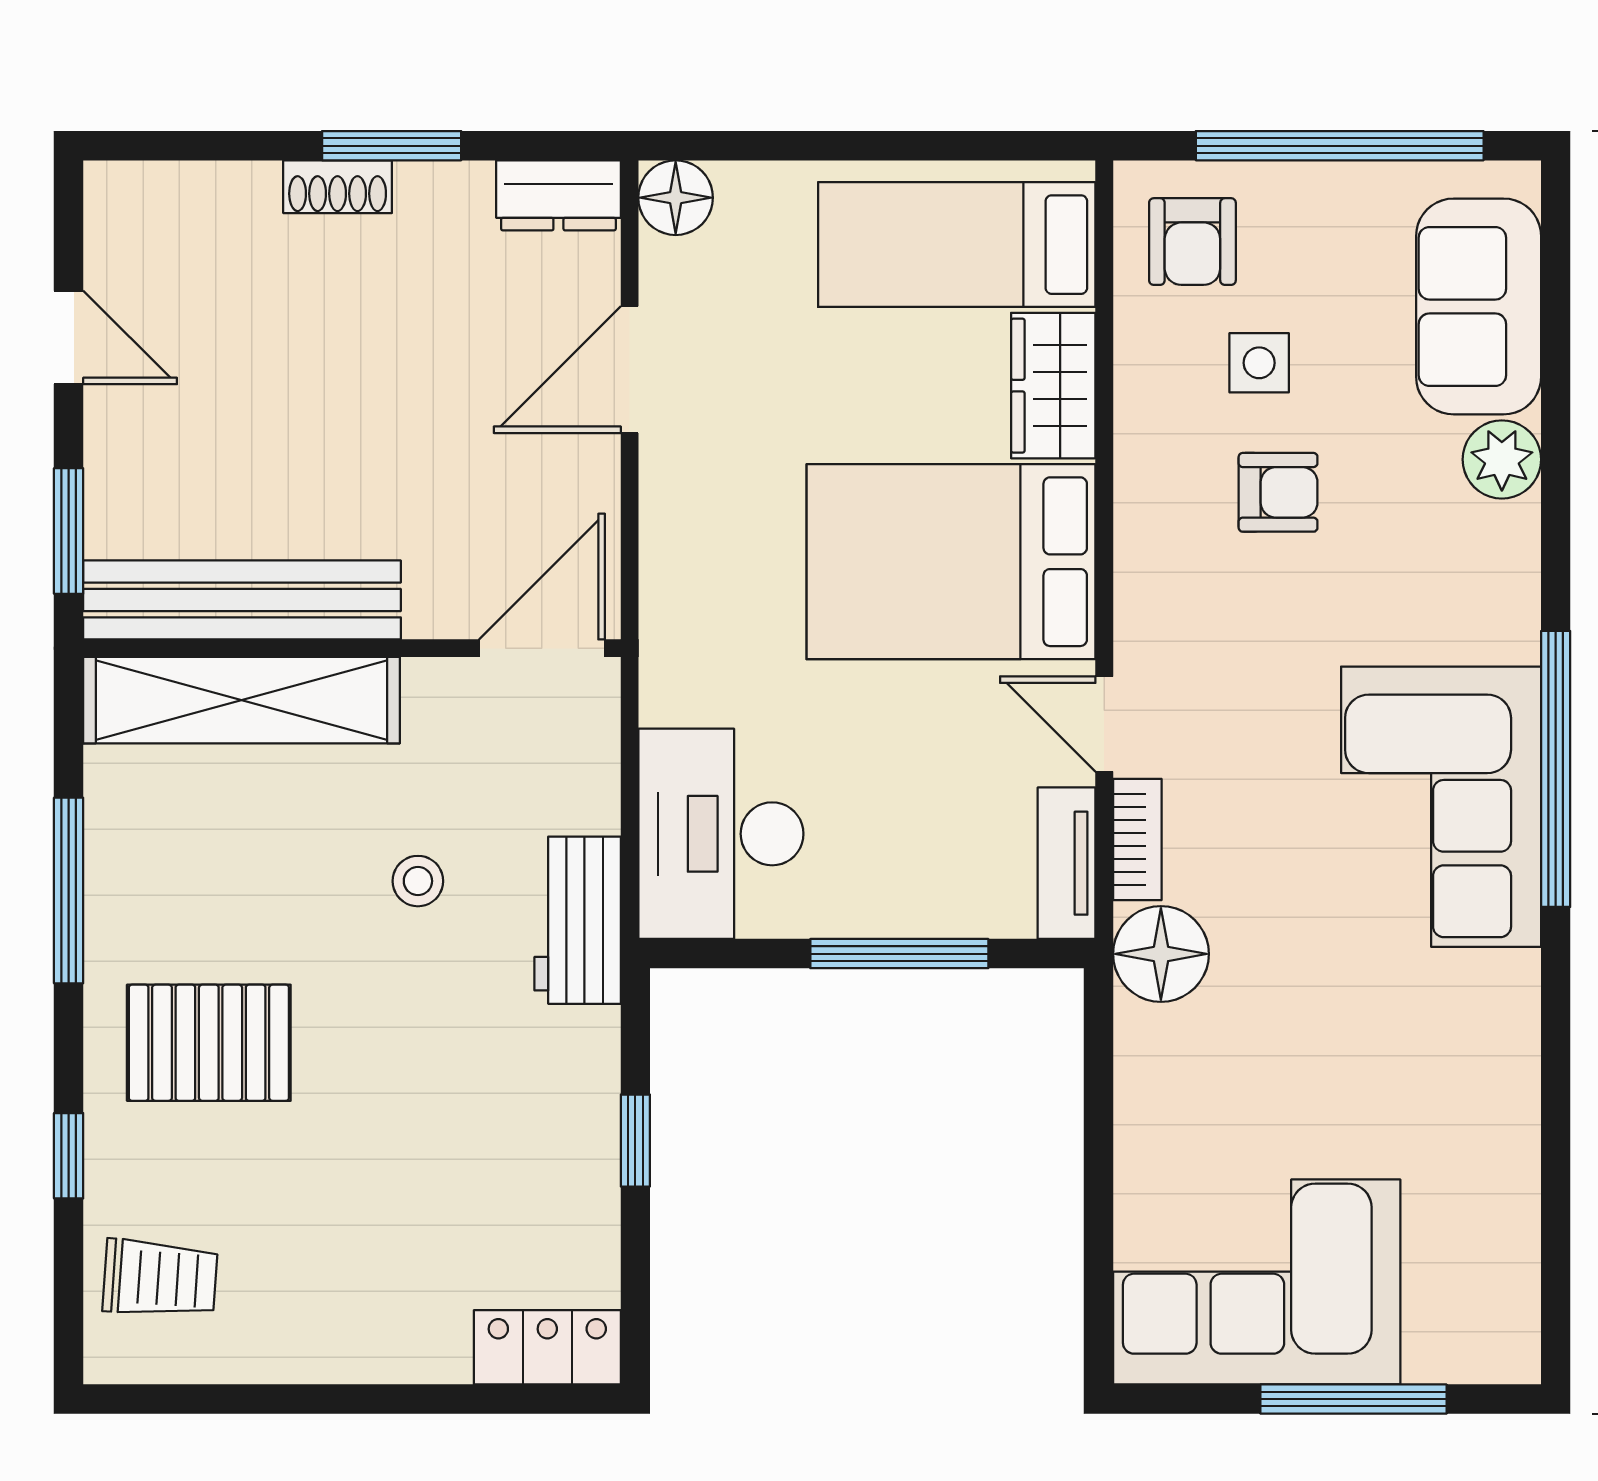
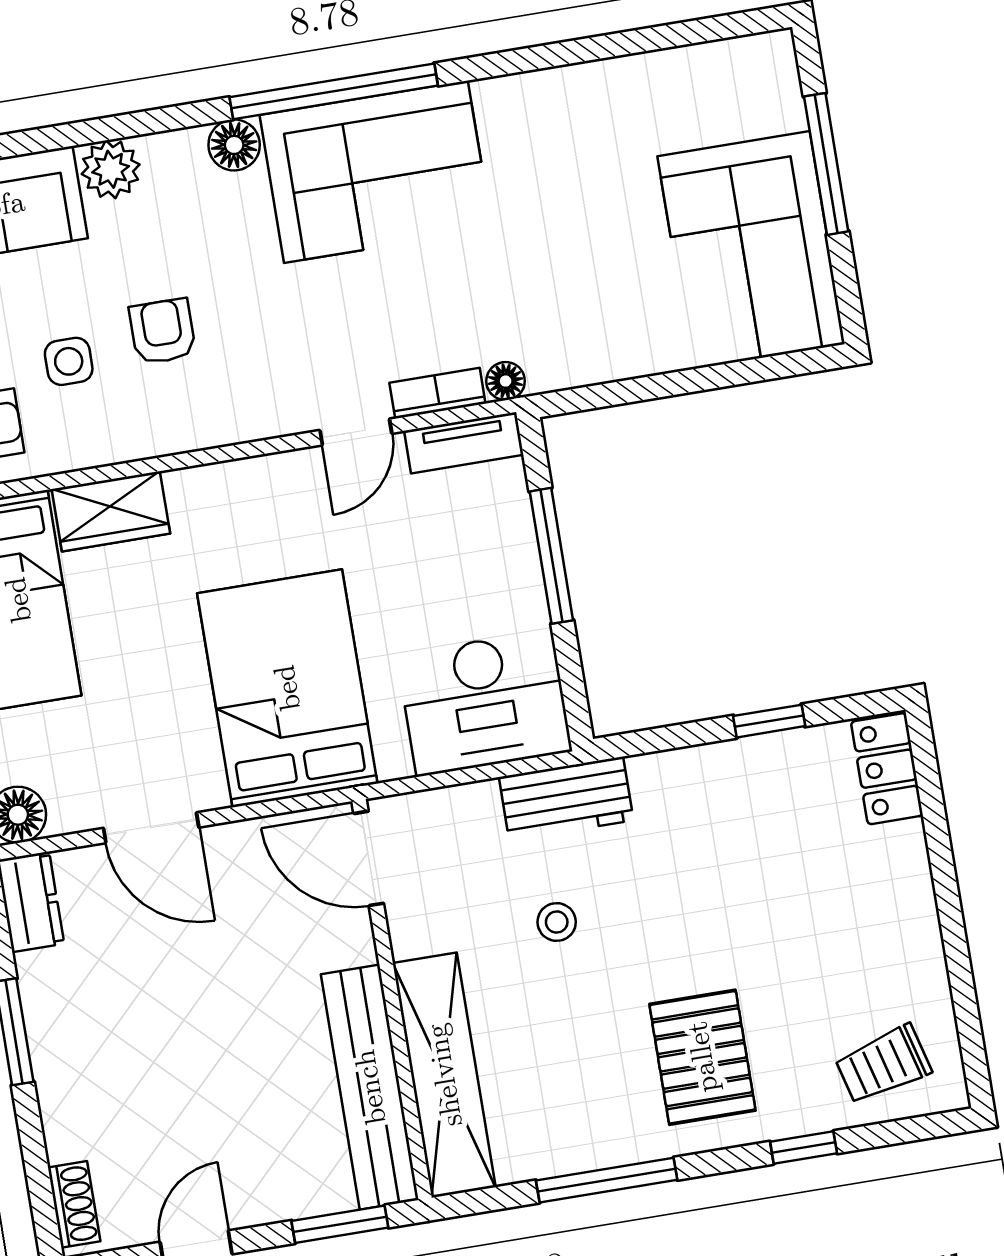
shoe rack: (338, 187) -> (74, 1204), moved
bed: (951, 562) -> (287, 688), moved, turned 180
floor lamp: (1507, 627) -> (234, 145), added
floor lamp: (1161, 954) -> (506, 381), width x0.53, depth x0.53
window: (635, 1141) -> (769, 721), moved
trolley: (160, 1278) -> (883, 1065), turned -109

